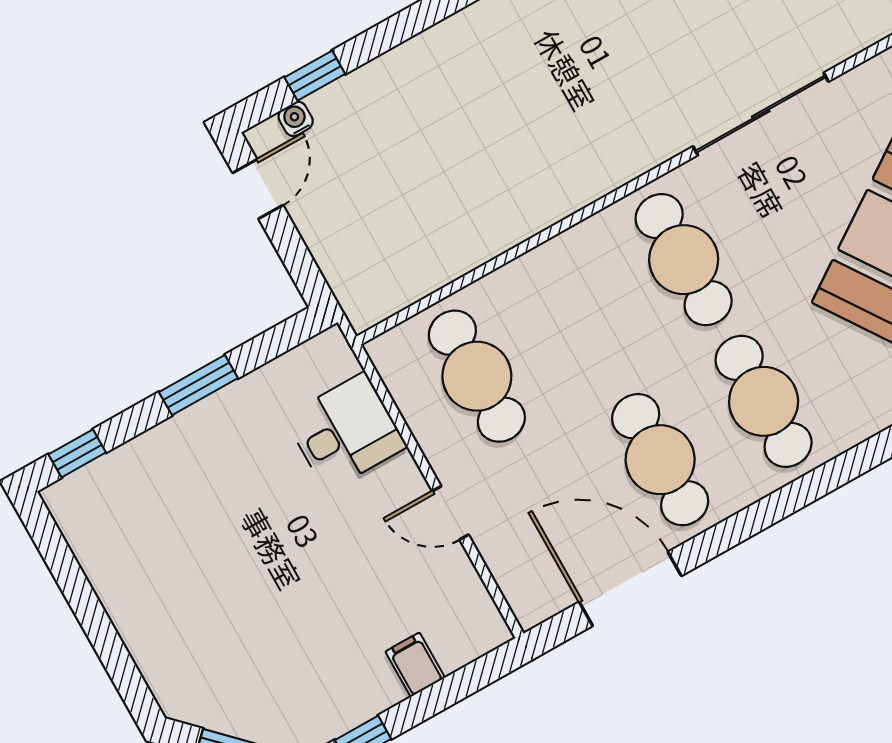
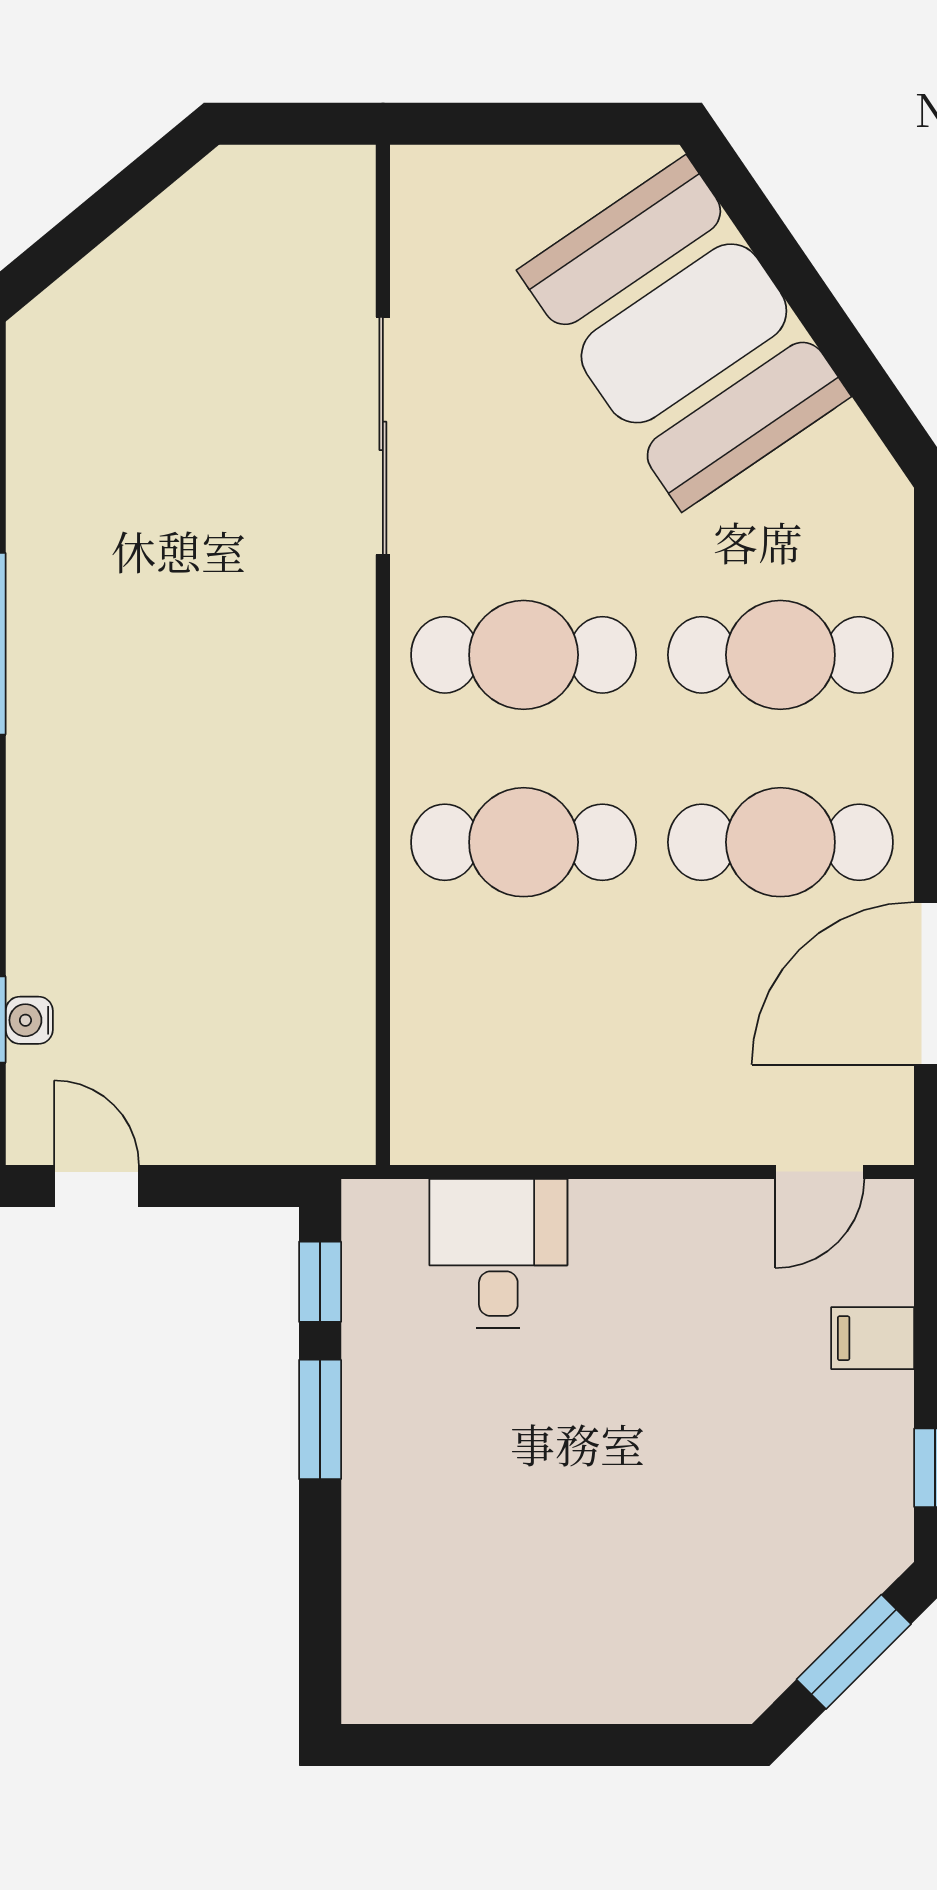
water cooler: (296, 119) -> (29, 1020), moved
cafe table: (477, 376) -> (524, 842), moved
window: (77, 453) -> (320, 1282), moved
door: (450, 513) -> (820, 1172), moved

